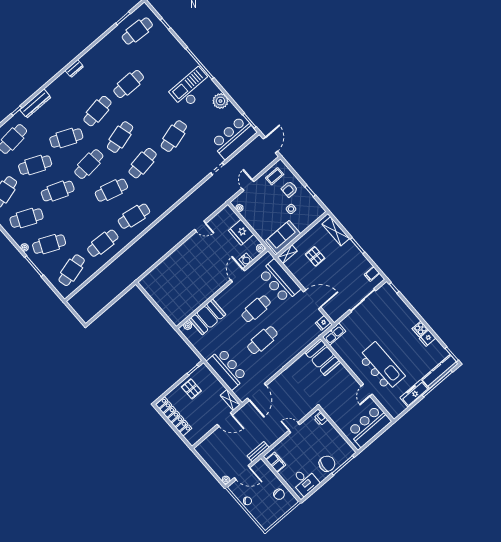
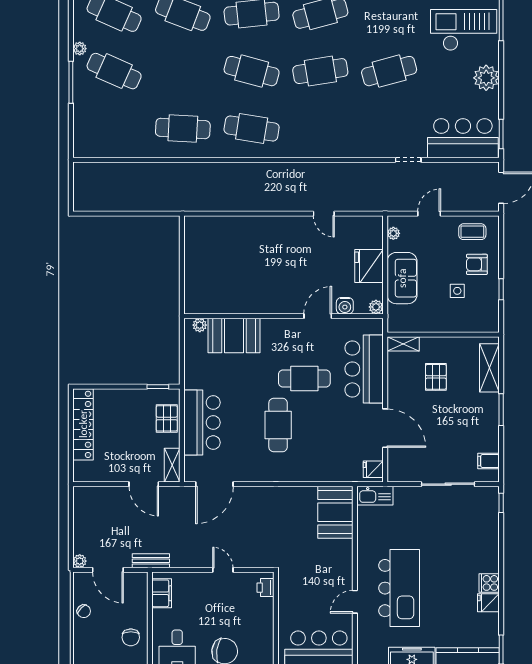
sofa: (283, 237) -> (402, 278), moved, turned 90
cafe table: (72, 270) -> (114, 128), removed
cafe table: (262, 340) -> (278, 425), turned 90
pallet: (191, 389) -> (167, 418), moved

